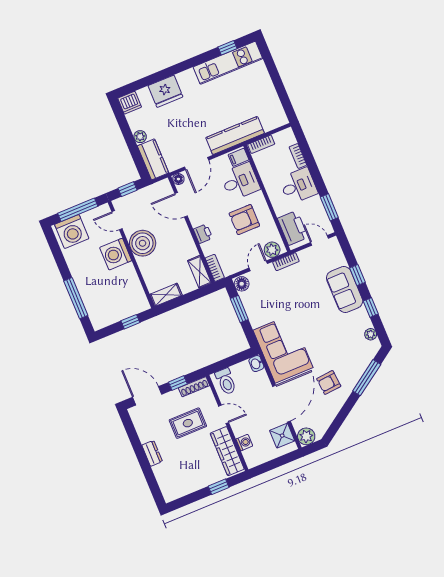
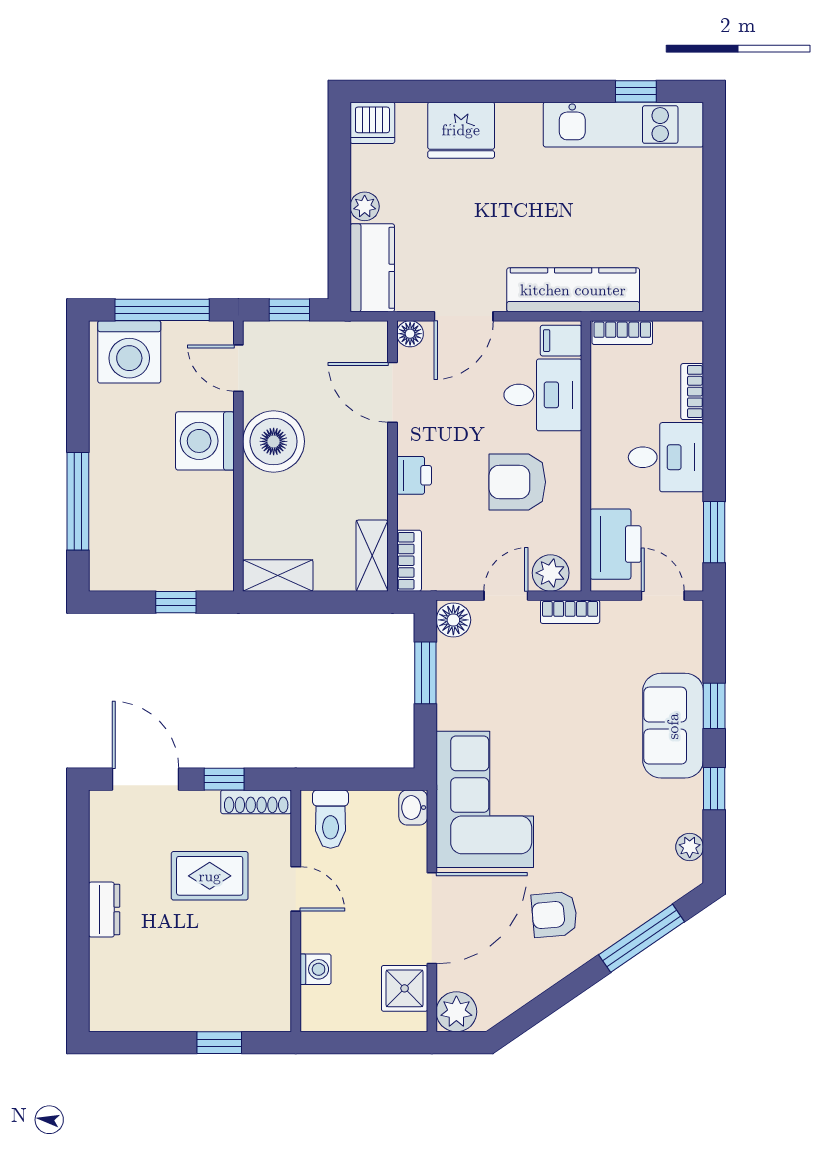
wardrobe: (227, 451) -> (270, 973), removed

